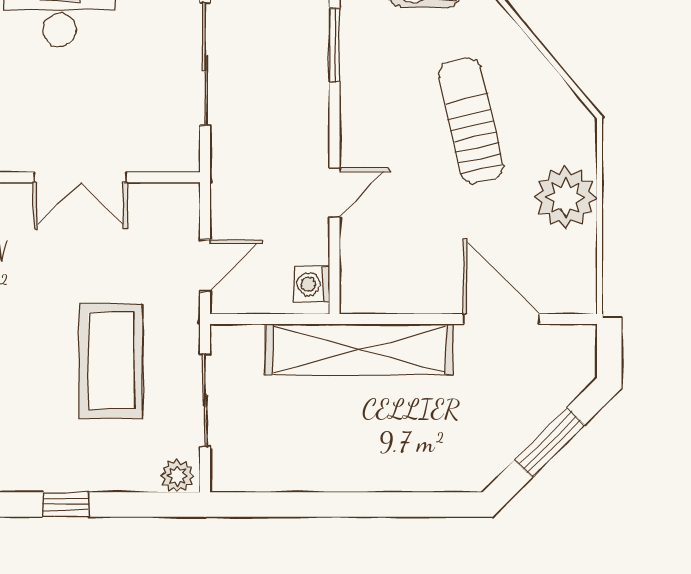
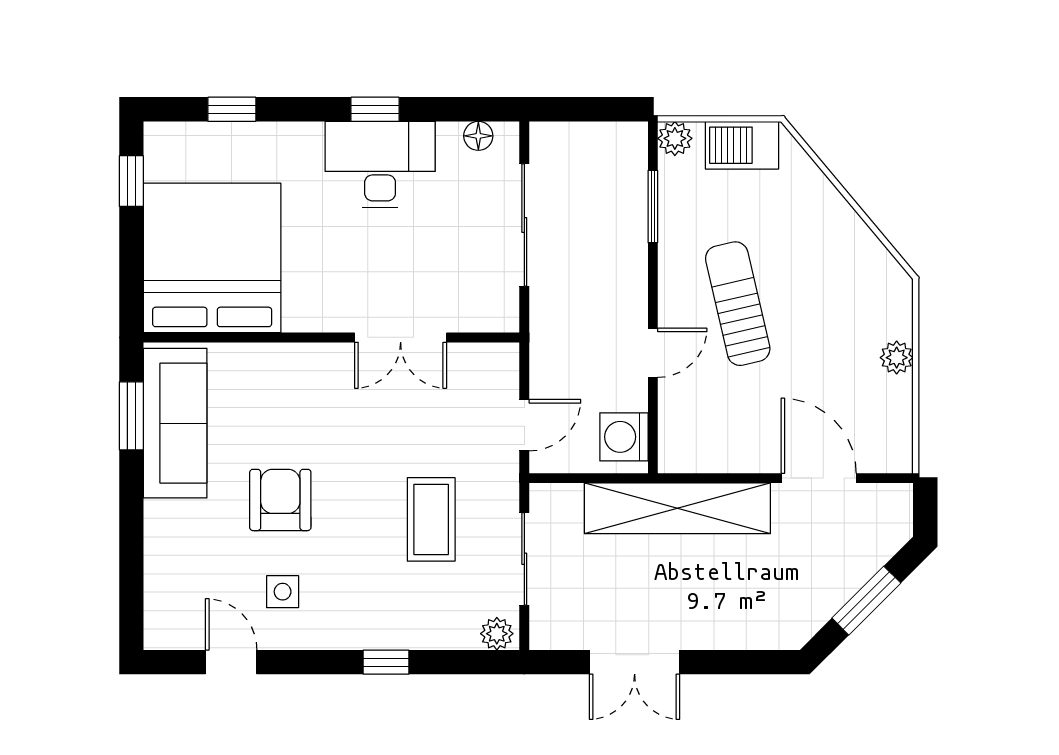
sun lounger: (471, 120) -> (738, 304), moved
plant: (566, 197) -> (897, 358), width x0.53, depth x0.53
washing machine: (312, 284) -> (624, 437), width x1.38, depth x1.38
coffee table: (111, 361) -> (431, 519), width x0.73, depth x0.76
double door: (316, 504) -> (635, 662), added

